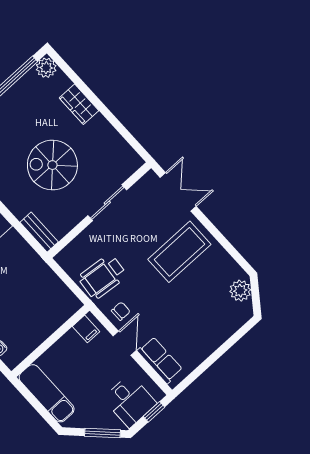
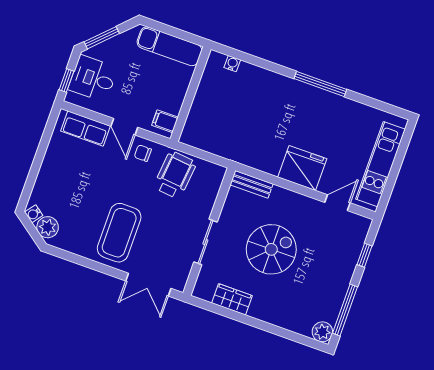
wardrobe: (79, 104) -> (232, 299), moved
water cooler: (246, 309) -> (34, 214), added
chair: (121, 311) -> (143, 153), turned 90

